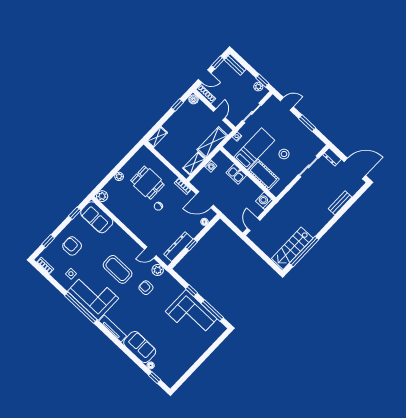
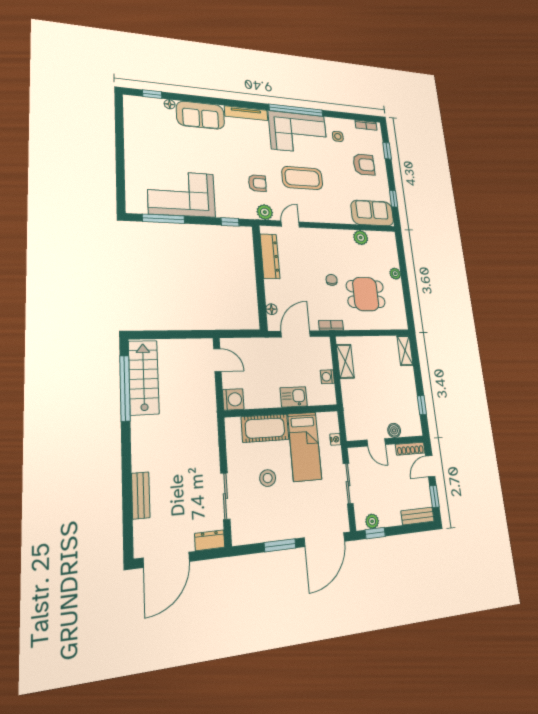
boiler: (194, 99) -> (394, 430), moved
door: (287, 104) -> (325, 540), width x1.88
shelving: (212, 142) -> (352, 404), removed
plant: (102, 196) -> (361, 238), moved
window: (191, 245) -> (259, 271), removed
window: (191, 291) -> (230, 222), moved

